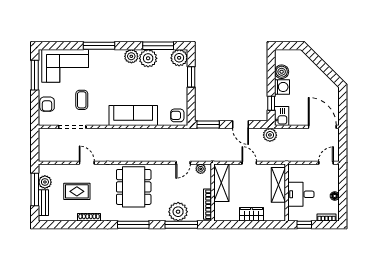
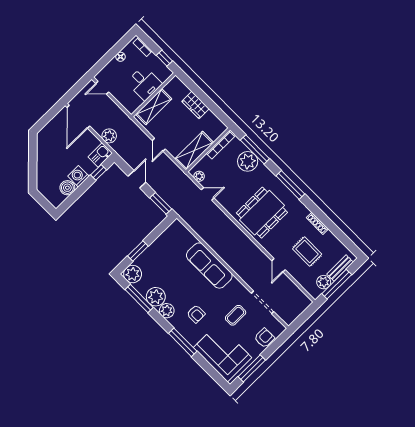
armchair: (177, 115) -> (196, 314), moved
plant: (270, 135) -> (109, 136), moved

